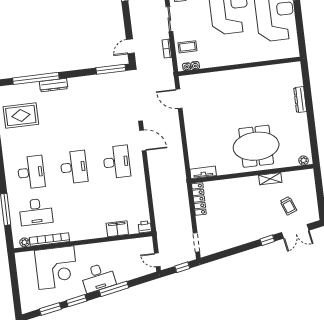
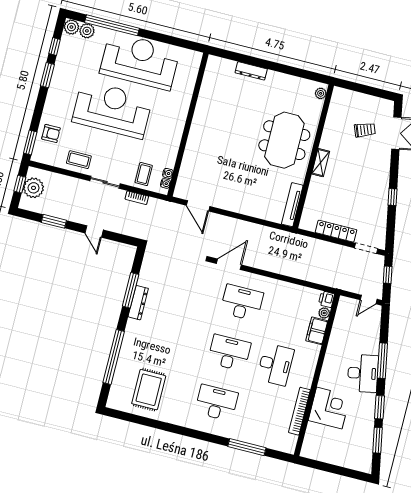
door: (130, 46) -> (94, 231), moved
window: (111, 69) -> (131, 290), moved
dresser: (54, 85) -> (138, 303), moved
door: (179, 99) -> (198, 206), hinge flipped
tv unit: (203, 172) -> (292, 205), width x1.41
shelving: (270, 179) -> (321, 163), moved
locker: (199, 199) -> (336, 231), moved
desk: (36, 212) -> (275, 364), moved
window: (267, 240) -> (392, 197), moved
plant: (24, 242) -> (324, 313), moved
corner desk: (56, 268) -> (329, 408), width x0.74, depth x0.74

